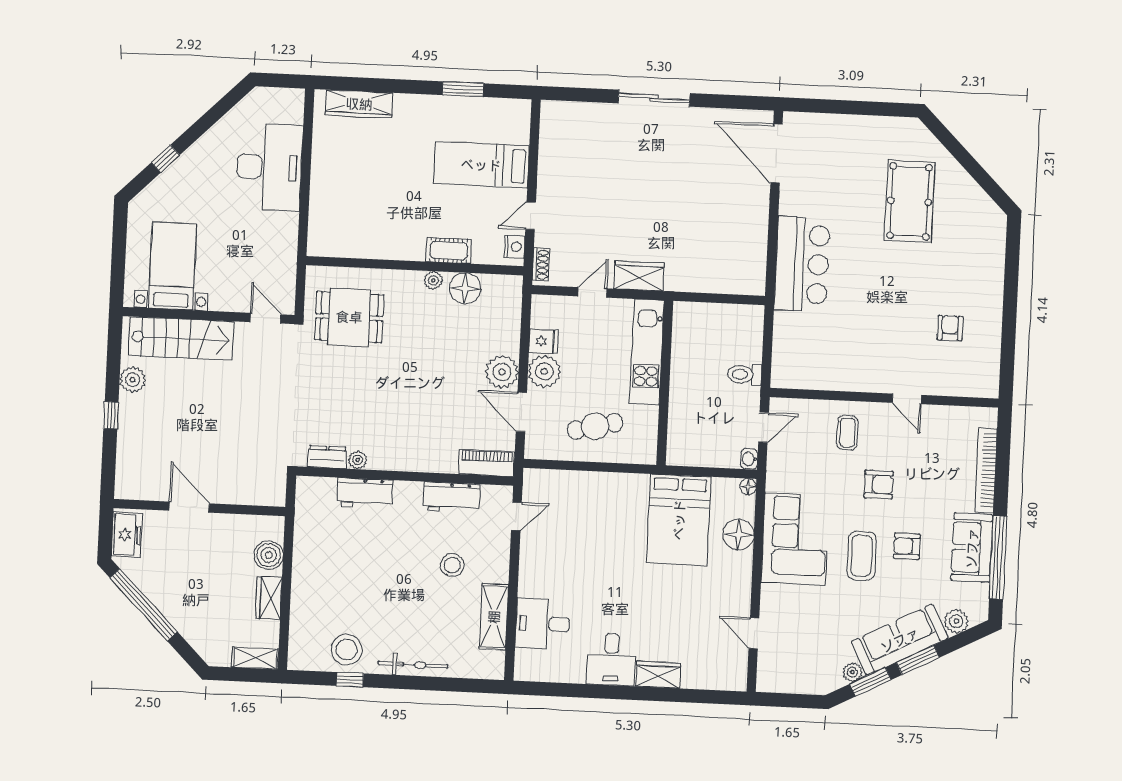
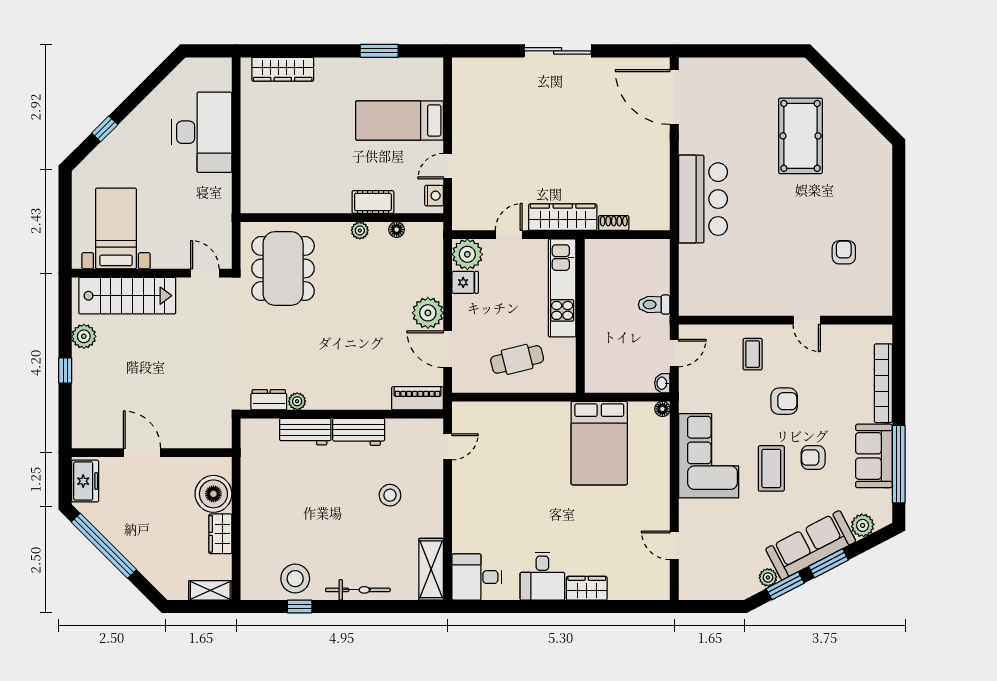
shoe rack: (541, 265) -> (614, 223), moved, turned -90
wardrobe: (639, 276) -> (563, 217), width x1.50
floor lamp: (465, 288) -> (397, 230), width x0.53, depth x0.53
dining table: (349, 317) -> (283, 268), width x1.38
plant: (544, 371) -> (467, 254), moved
workbench: (452, 497) -> (359, 432), moved
floor lamp: (738, 534) -> (655, 454), removed
boiler: (269, 555) -> (213, 494), width x1.37, depth x1.37
shelving: (494, 617) -> (431, 569), moved
desk: (543, 624) -> (477, 577), moved

